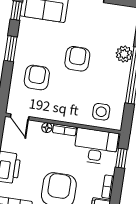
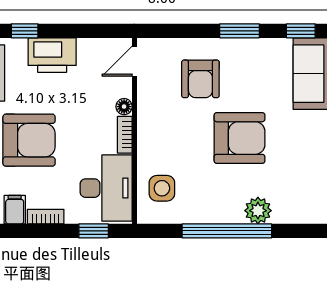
armchair: (77, 59) -> (240, 138), width x1.36, depth x1.36
armchair: (37, 78) -> (200, 79), turned 90

